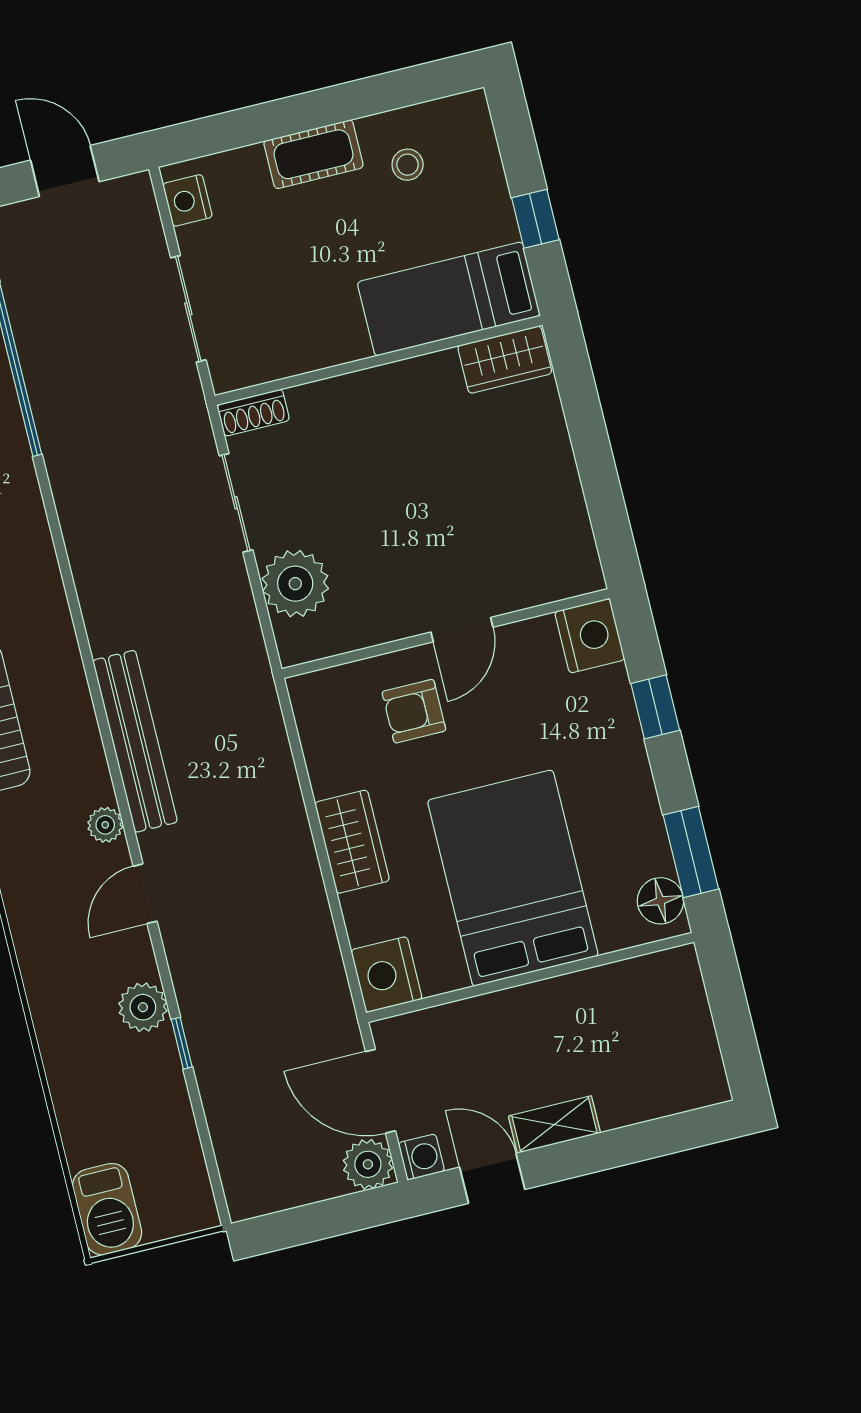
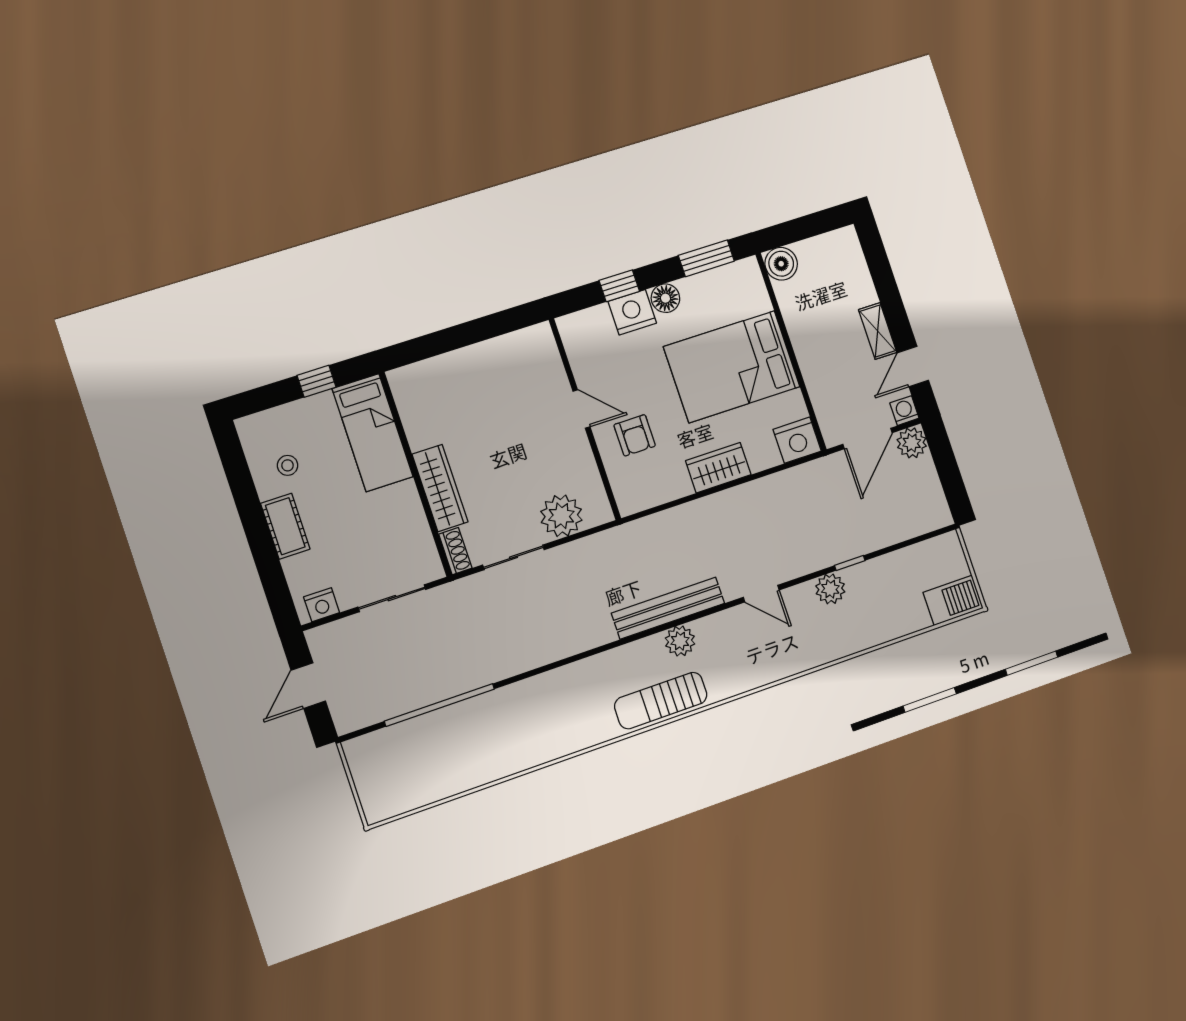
wardrobe: (505, 360) -> (440, 488), moved, width x1.50
nightstand: (590, 636) -> (632, 312), moved
plant: (105, 825) -> (680, 641), moved, width x1.38, depth x1.38
floor lamp: (660, 901) -> (665, 298), moved
boiler: (675, 974) -> (781, 264), added

